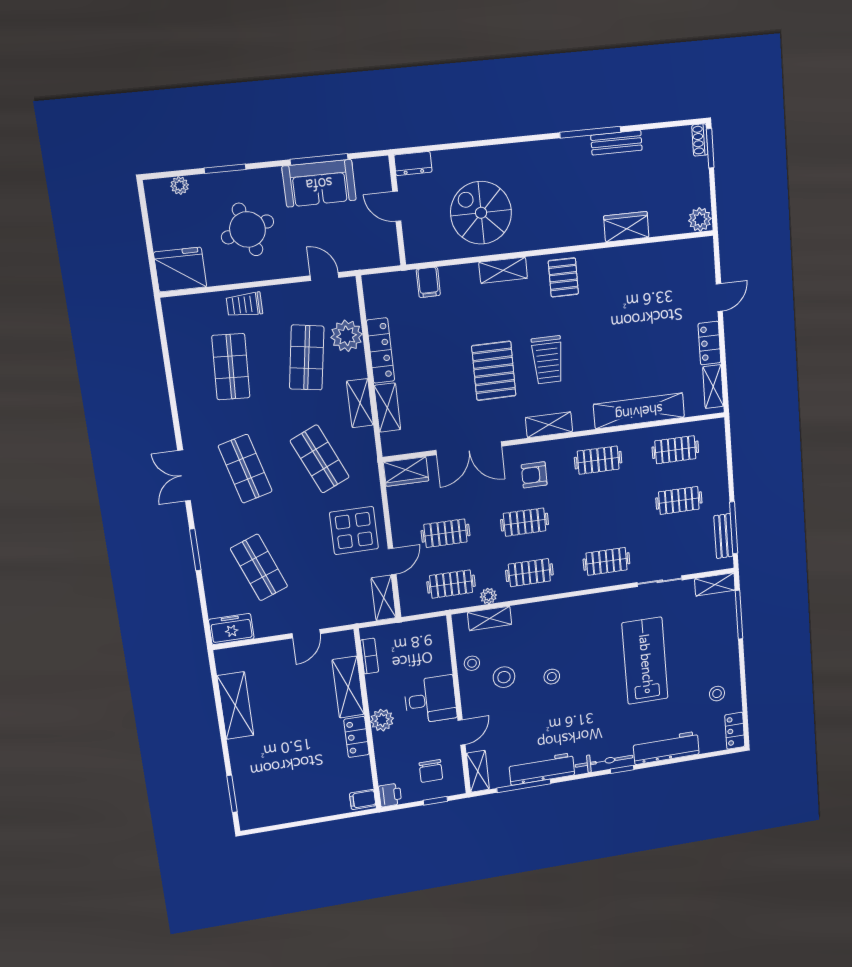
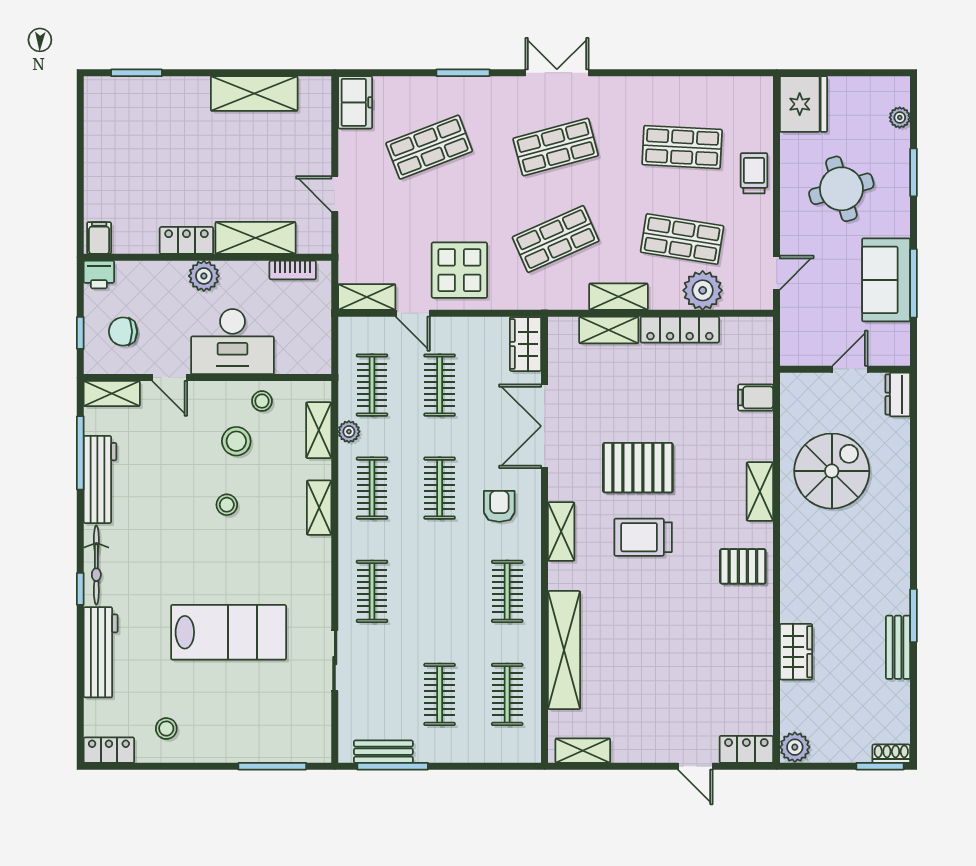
window: (590, 132) -> (914, 616), width x0.69
locker: (709, 343) -> (746, 749), moved
shelving: (715, 584) -> (319, 508), moved
desk: (430, 700) -> (232, 342), width x1.37

